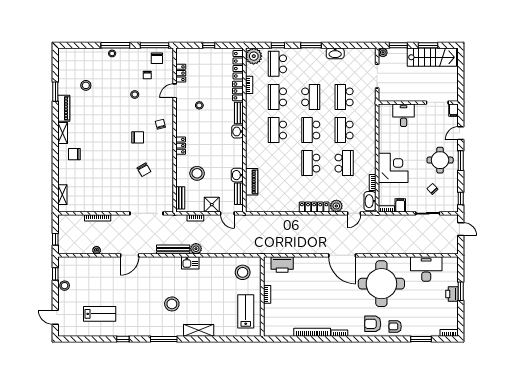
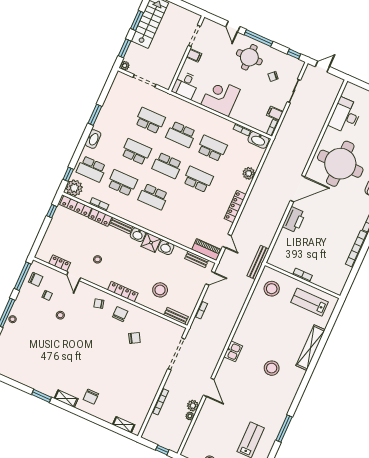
window: (209, 45) -> (52, 211), moved
window: (278, 45) -> (68, 174), moved
window: (311, 45) -> (95, 115), moved
washbasin: (335, 53) -> (93, 139), moved
stool: (86, 85) -> (31, 357), removed
window: (55, 92) -> (42, 396), moved
school desk: (277, 97) -> (122, 183), turned 180
school desk: (344, 97) -> (150, 121), turned 180
piano: (64, 108) -> (44, 387), removed
filing cabinet: (453, 110) -> (194, 55), moved
desk: (404, 115) -> (186, 85), moved, turned -90
chair: (138, 137) -> (120, 314), moved
locker: (181, 146) -> (123, 292), width x1.53
window: (461, 161) -> (258, 38), width x1.44
school desk: (311, 163) -> (198, 179), turned 180
corner desk: (393, 168) -> (221, 97), moved
washbasin: (237, 175) -> (166, 247), moved
piano: (252, 182) -> (207, 250), moved
shower: (212, 205) -> (151, 243), moved
locker: (314, 207) -> (235, 207), moved
door: (354, 213) -> (227, 241), moved
plant: (196, 249) -> (193, 406), moved
bench: (173, 250) -> (258, 262), moved
kitchen sink: (190, 263) -> (233, 351), moved
printer: (282, 265) -> (294, 220), moved
shelving: (199, 330) -> (311, 348), width x1.47
window: (123, 339) -> (284, 429), width x2.17
window: (164, 339) -> (301, 390), removed

